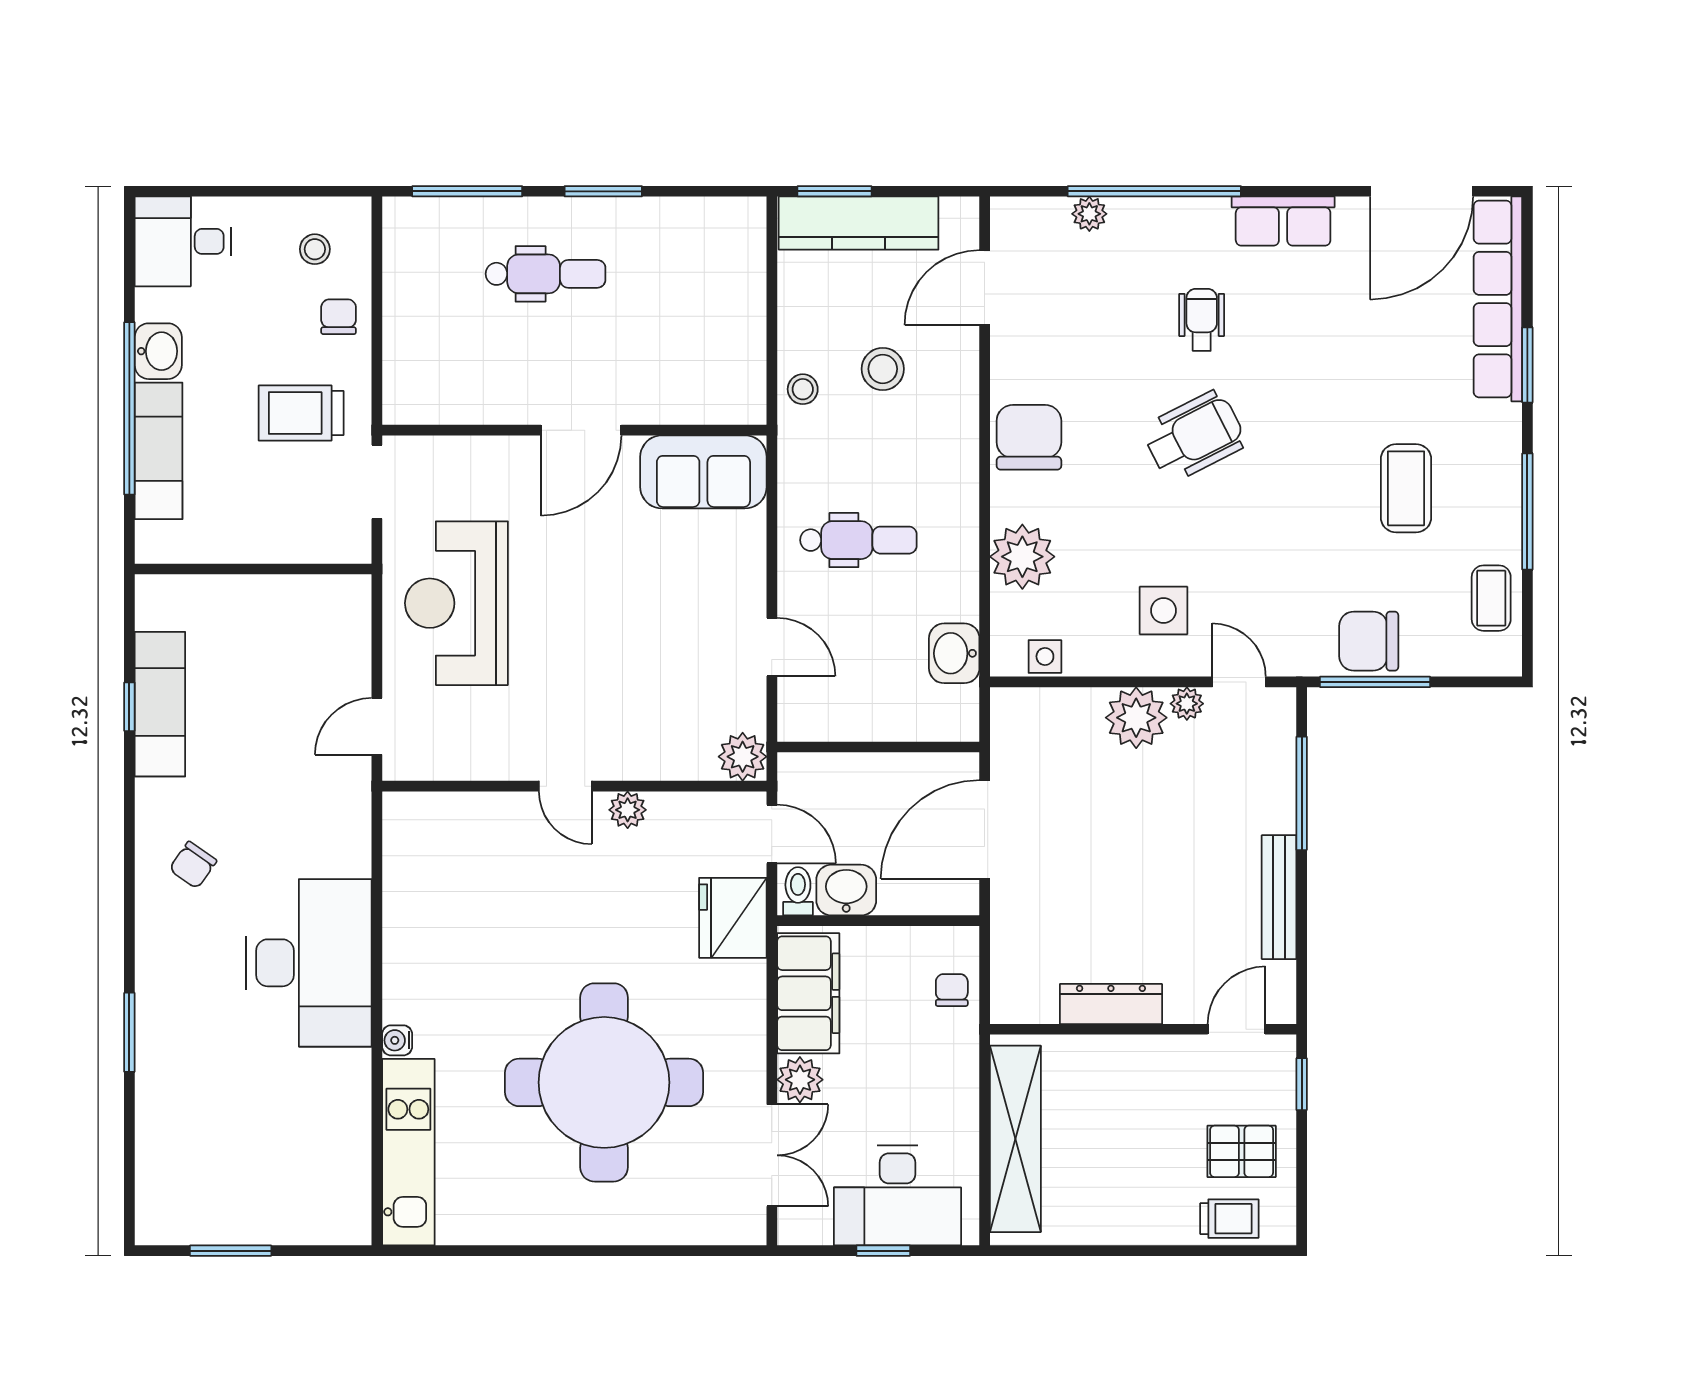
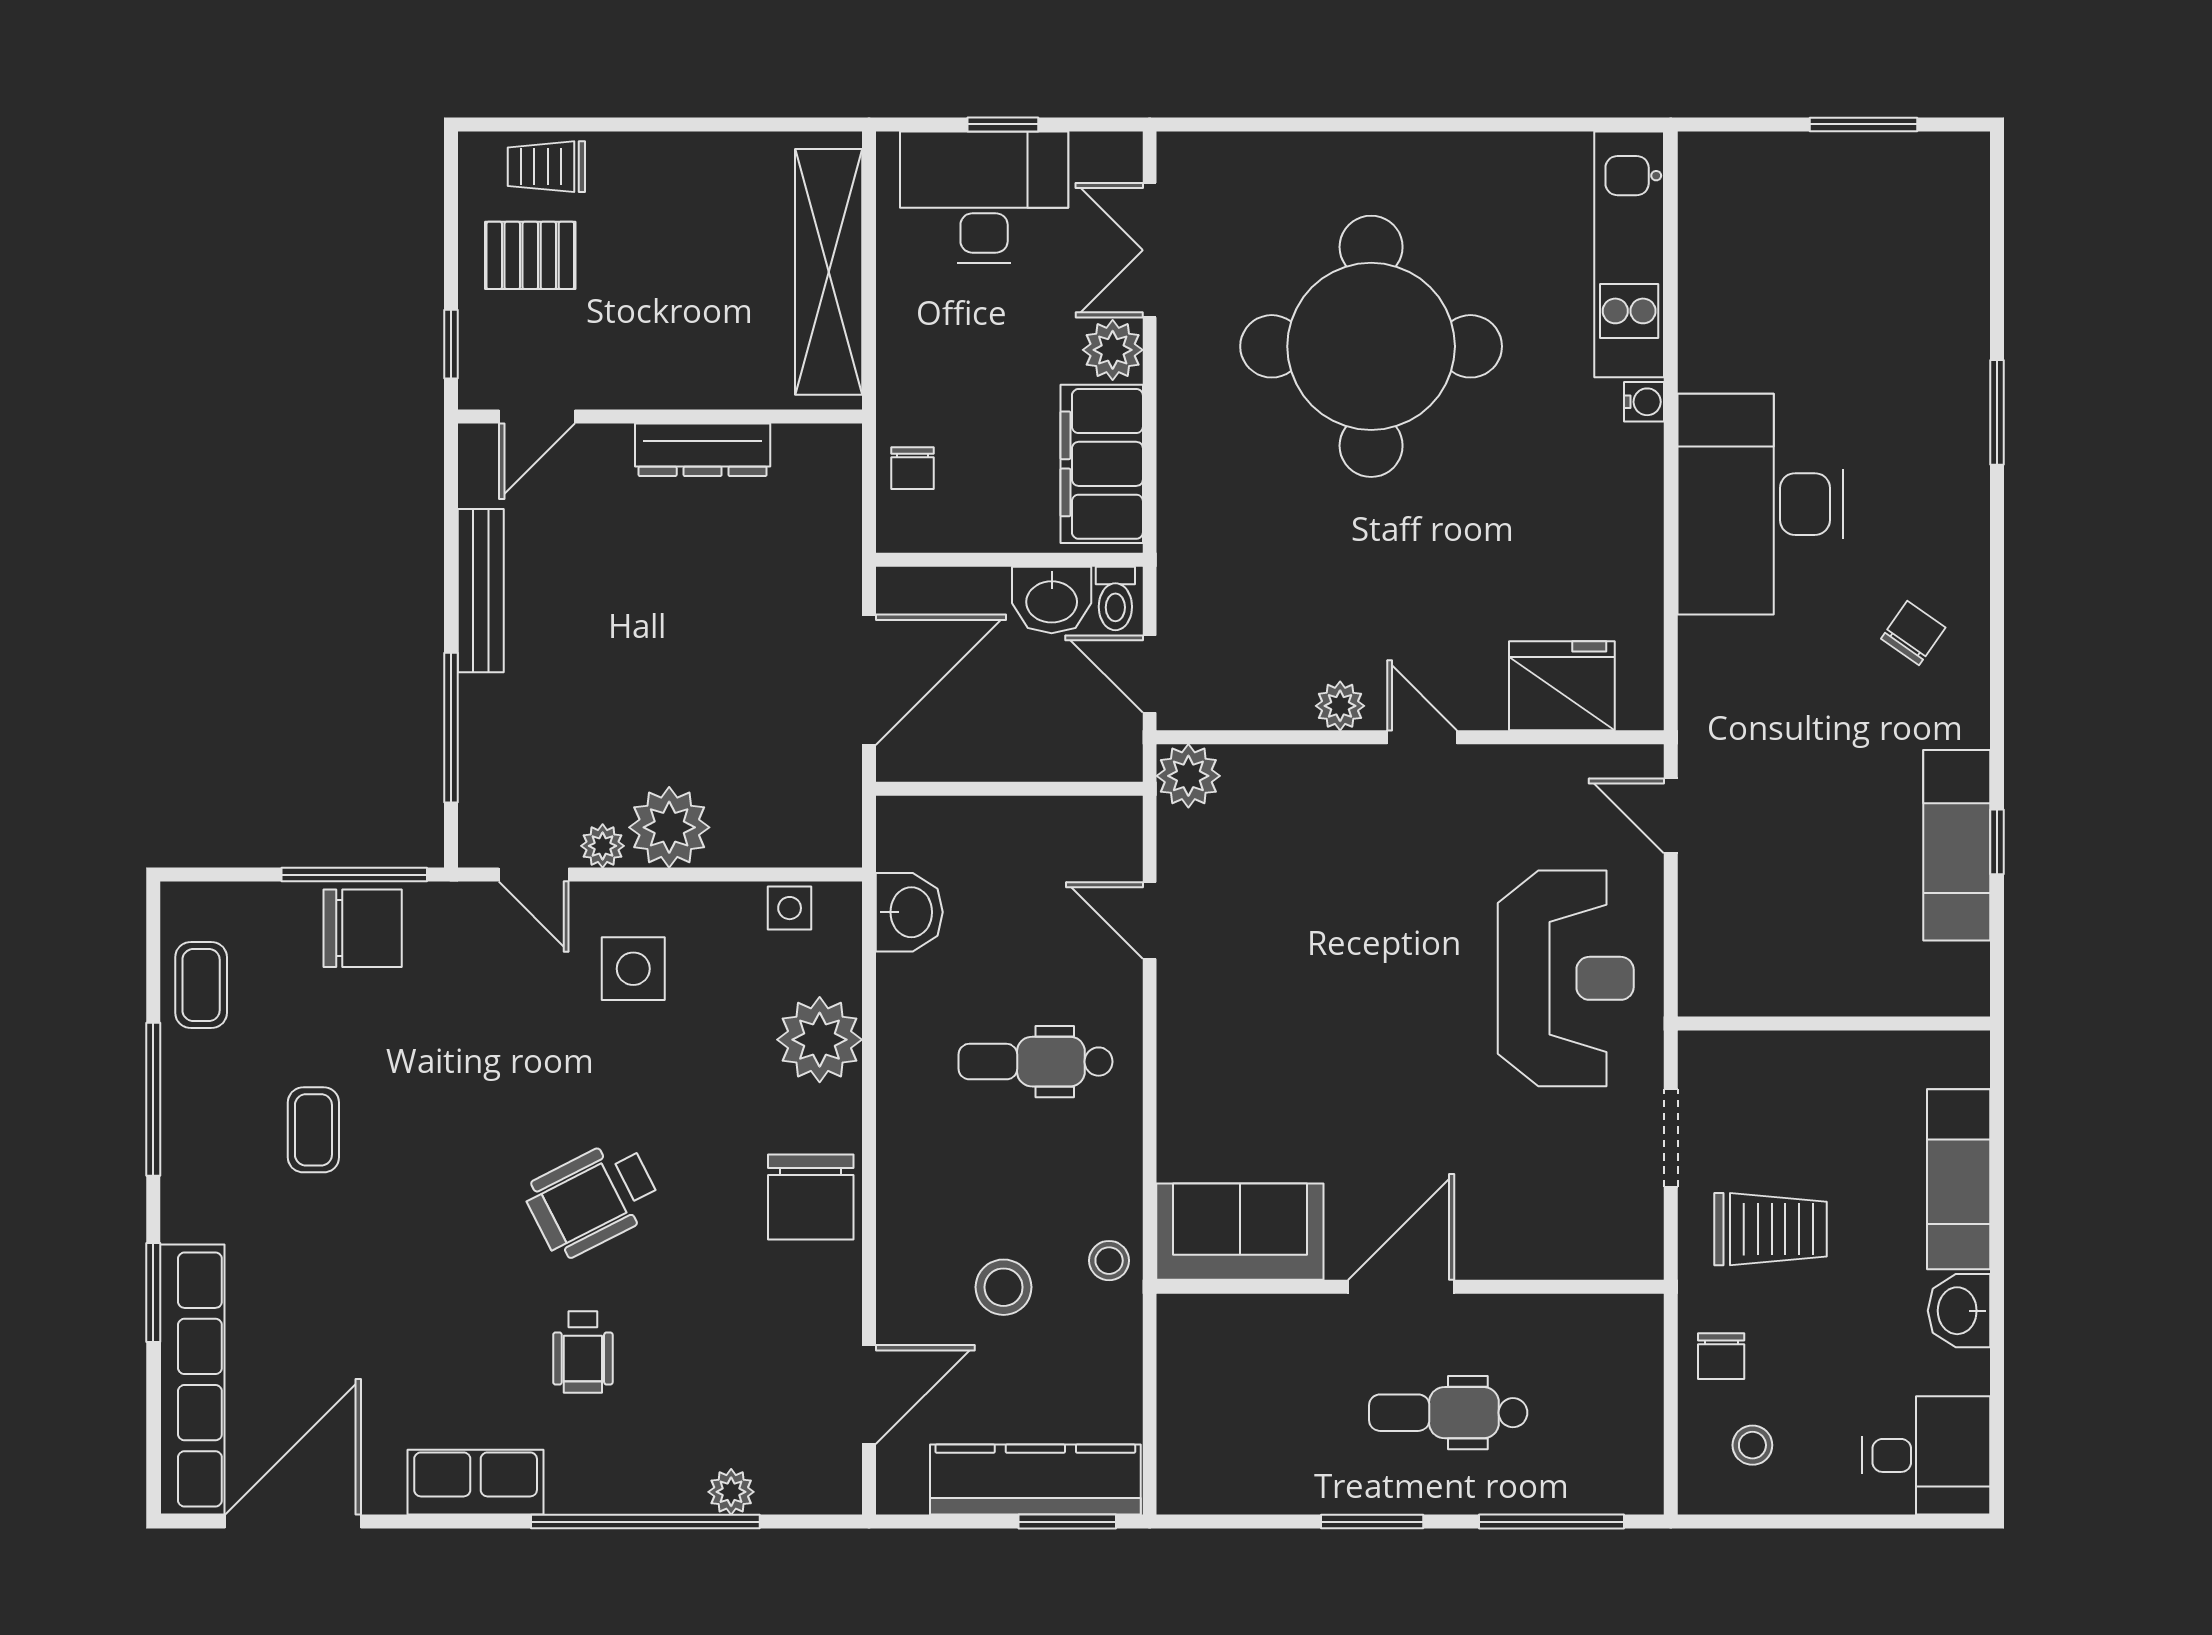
window: (129, 408) -> (1997, 1235), removed
wall: (574, 430) -> (1410, 1287), moved
door: (581, 430) -> (1401, 1287), moved
sofa: (703, 472) -> (1240, 1232), moved
coffee table: (1406, 488) -> (313, 1130), width x0.73, depth x0.77
door: (377, 726) -> (1671, 816), swing flipped
fridge: (733, 918) -> (1562, 686), moved, turned -90

